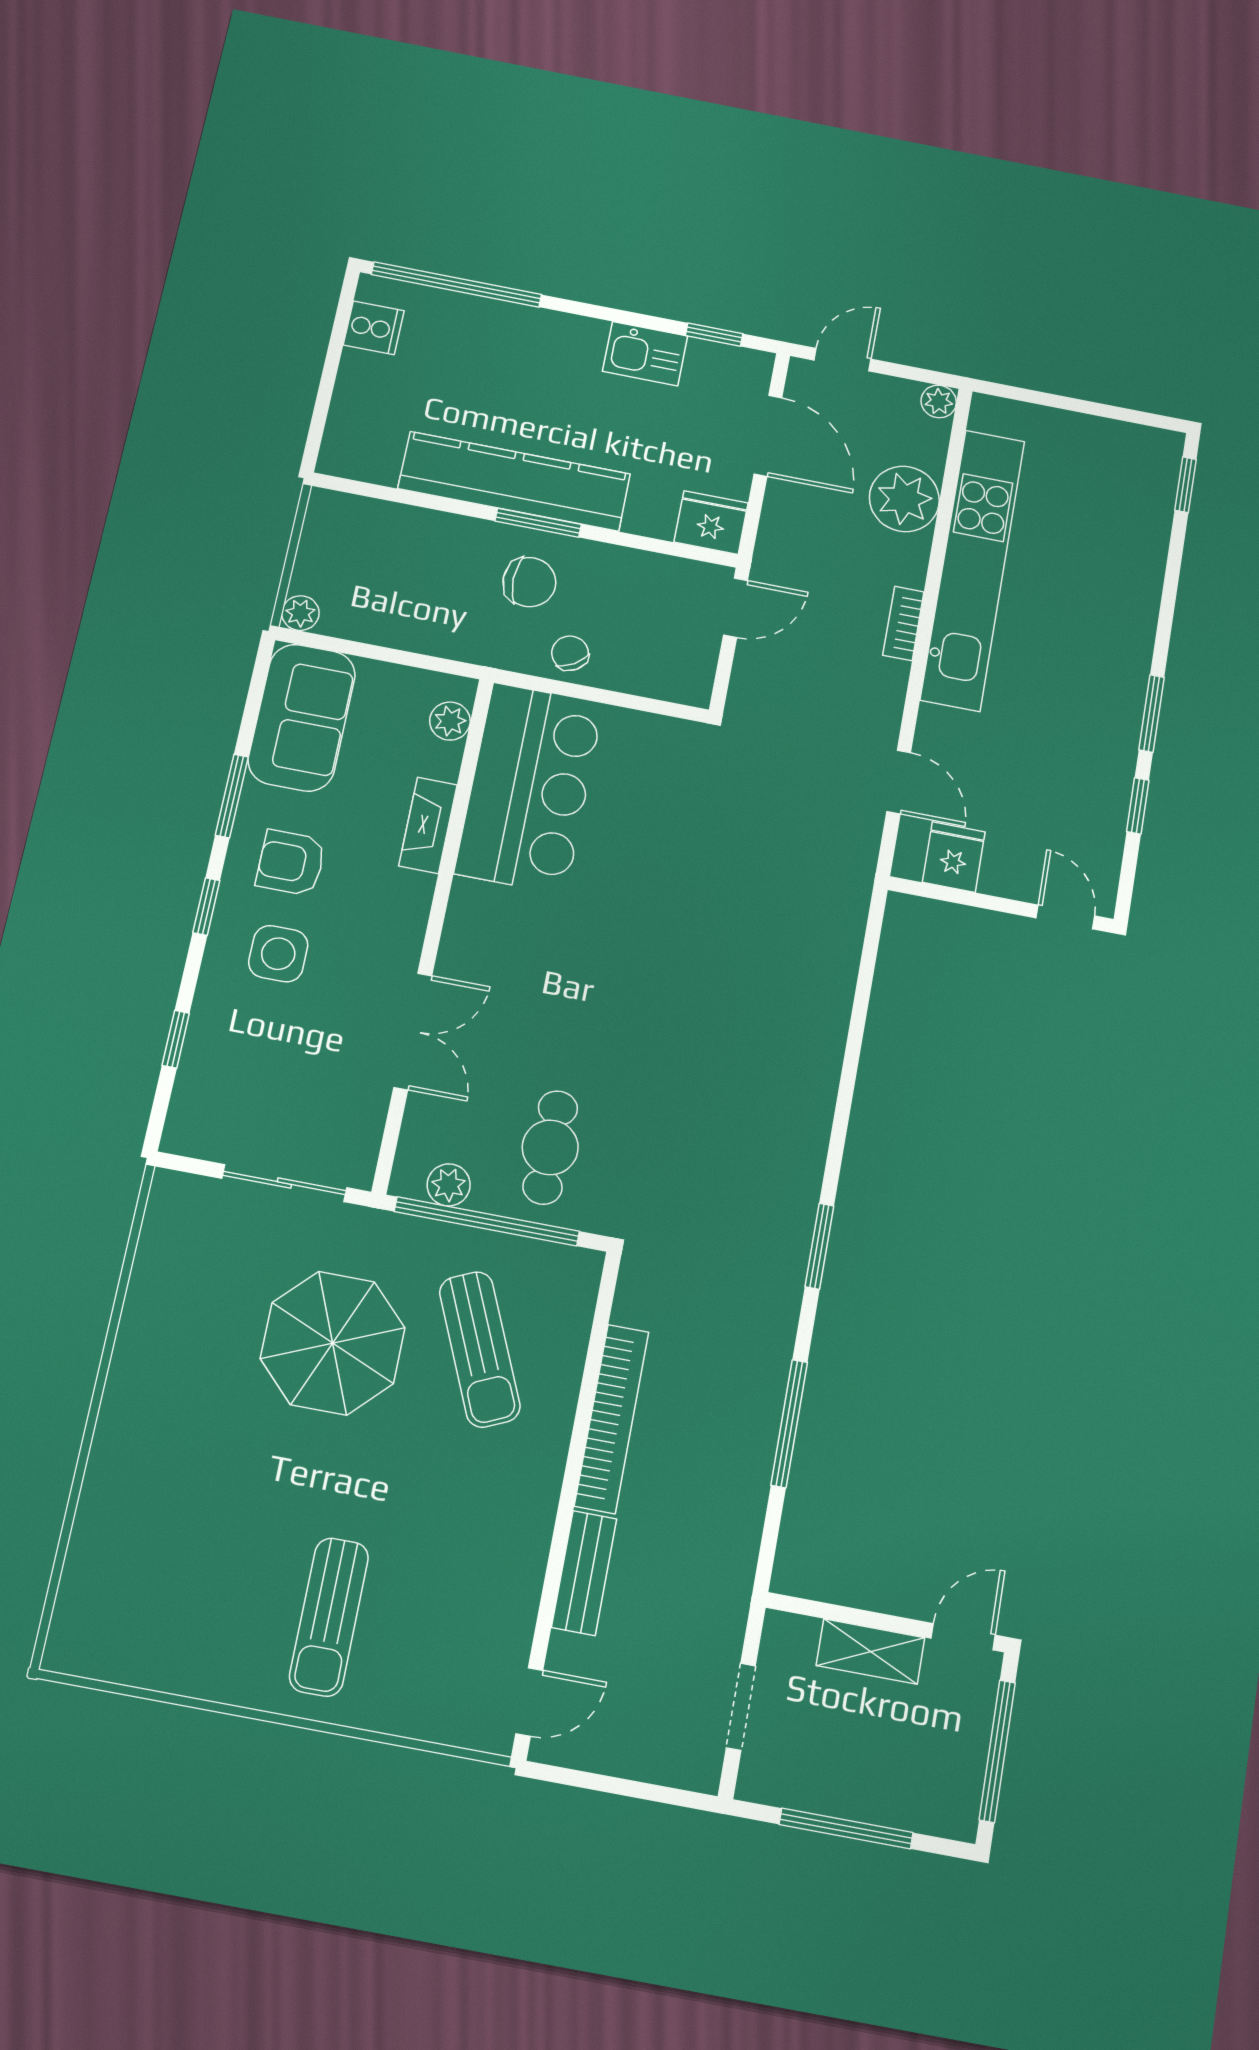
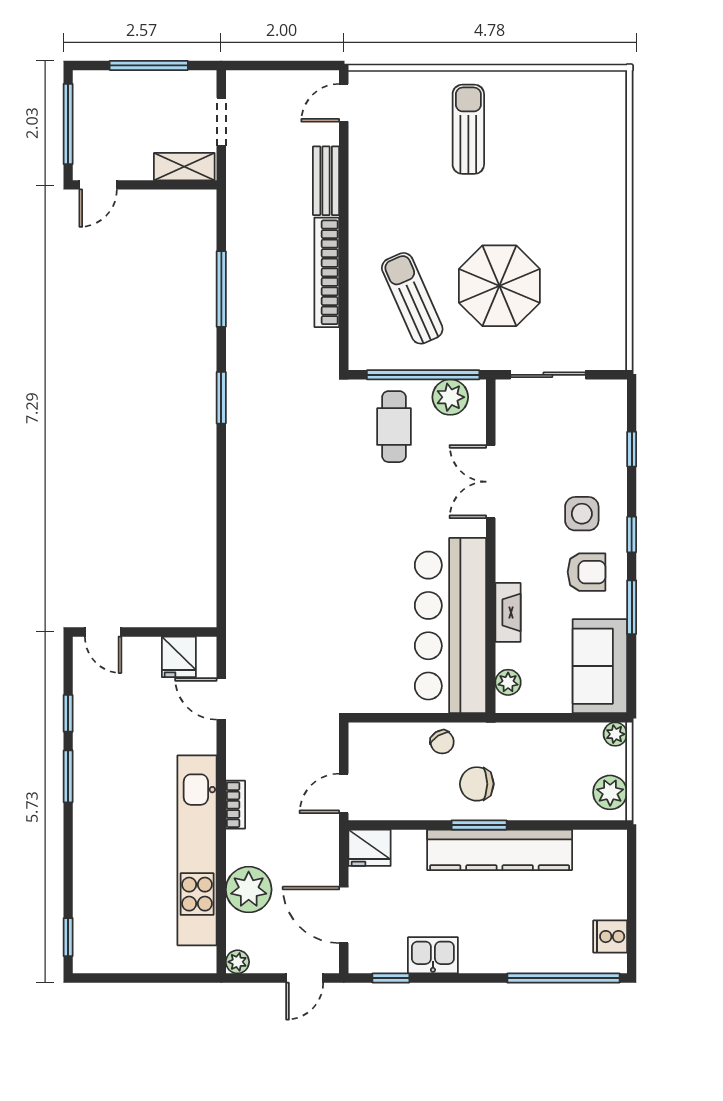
plant: (328, 530) -> (610, 792), added
bar counter: (529, 788) -> (450, 626), width x1.36
plant: (449, 1185) -> (450, 397), width x1.38, depth x1.38
shelving: (870, 1652) -> (184, 167), moved

